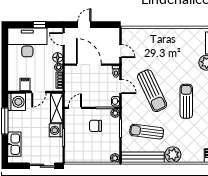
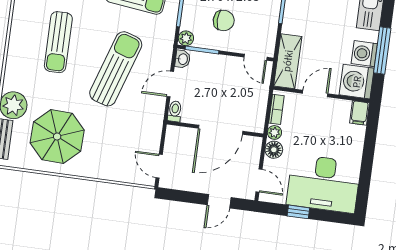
parasol: (180, 49) -> (57, 137), added
door: (121, 51) -> (159, 166), moved
door: (89, 65) -> (221, 130), hinge flipped
filing cabinet: (25, 85) -> (359, 113), moved
door: (121, 86) -> (170, 84), hinge flipped
sun lounger: (152, 91) -> (116, 69), turned 43
door: (75, 108) -> (255, 57), hinge flipped
washing machine: (56, 130) -> (364, 54), moved, turned 180

